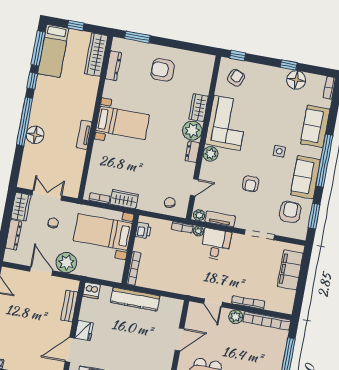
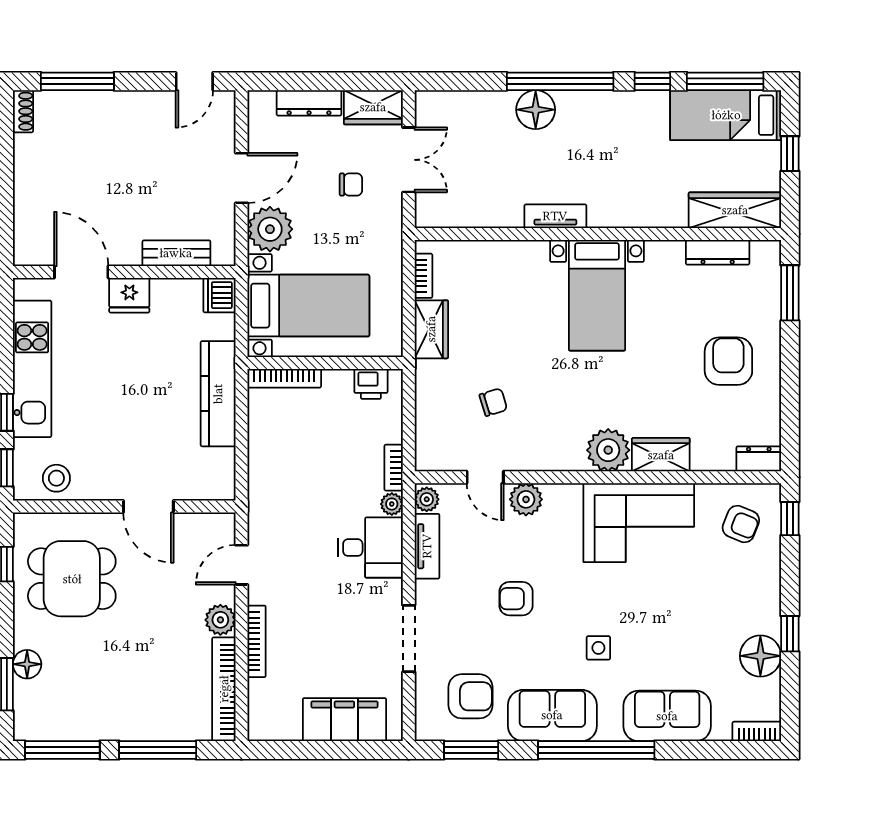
dresser: (192, 152) -> (759, 459), moved
plant: (211, 154) -> (526, 499), moved
chair: (170, 203) -> (493, 402), moved
bed with nightstands: (103, 232) -> (308, 306), moved, turned 90

